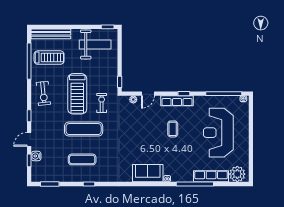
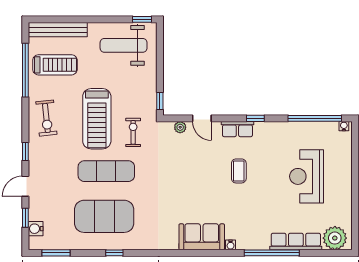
weight bench: (95, 44) -> (124, 45), turned 180
door: (148, 94) -> (202, 118), hinge flipped
row of seats: (177, 101) -> (237, 129), width x0.68
reception desk: (218, 133) -> (307, 176), width x0.74, depth x0.77
water cooler: (36, 156) -> (36, 229), moved
exercise mat: (82, 159) -> (104, 216), width x2.00, depth x1.45

